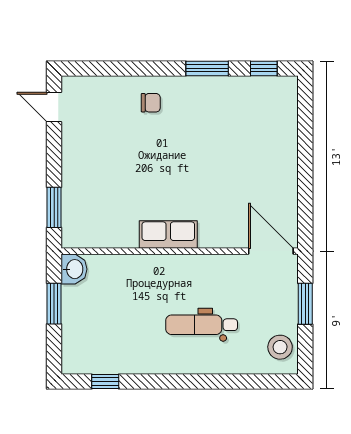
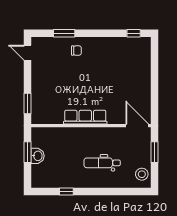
window: (207, 68) -> (64, 33), moved
row of seats: (168, 234) -> (85, 117), width x1.48
washbasin: (74, 269) -> (38, 156), moved
window: (105, 382) -> (66, 192), moved

